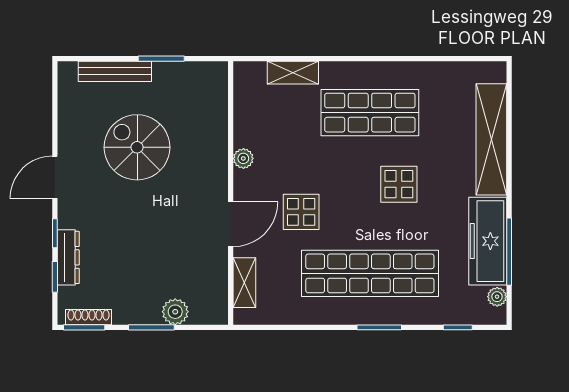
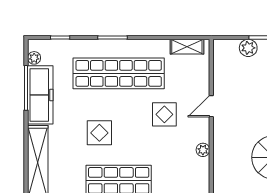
door: (231, 224) -> (211, 106), width x0.73
shelving: (244, 283) -> (187, 47), moved, turned 90

